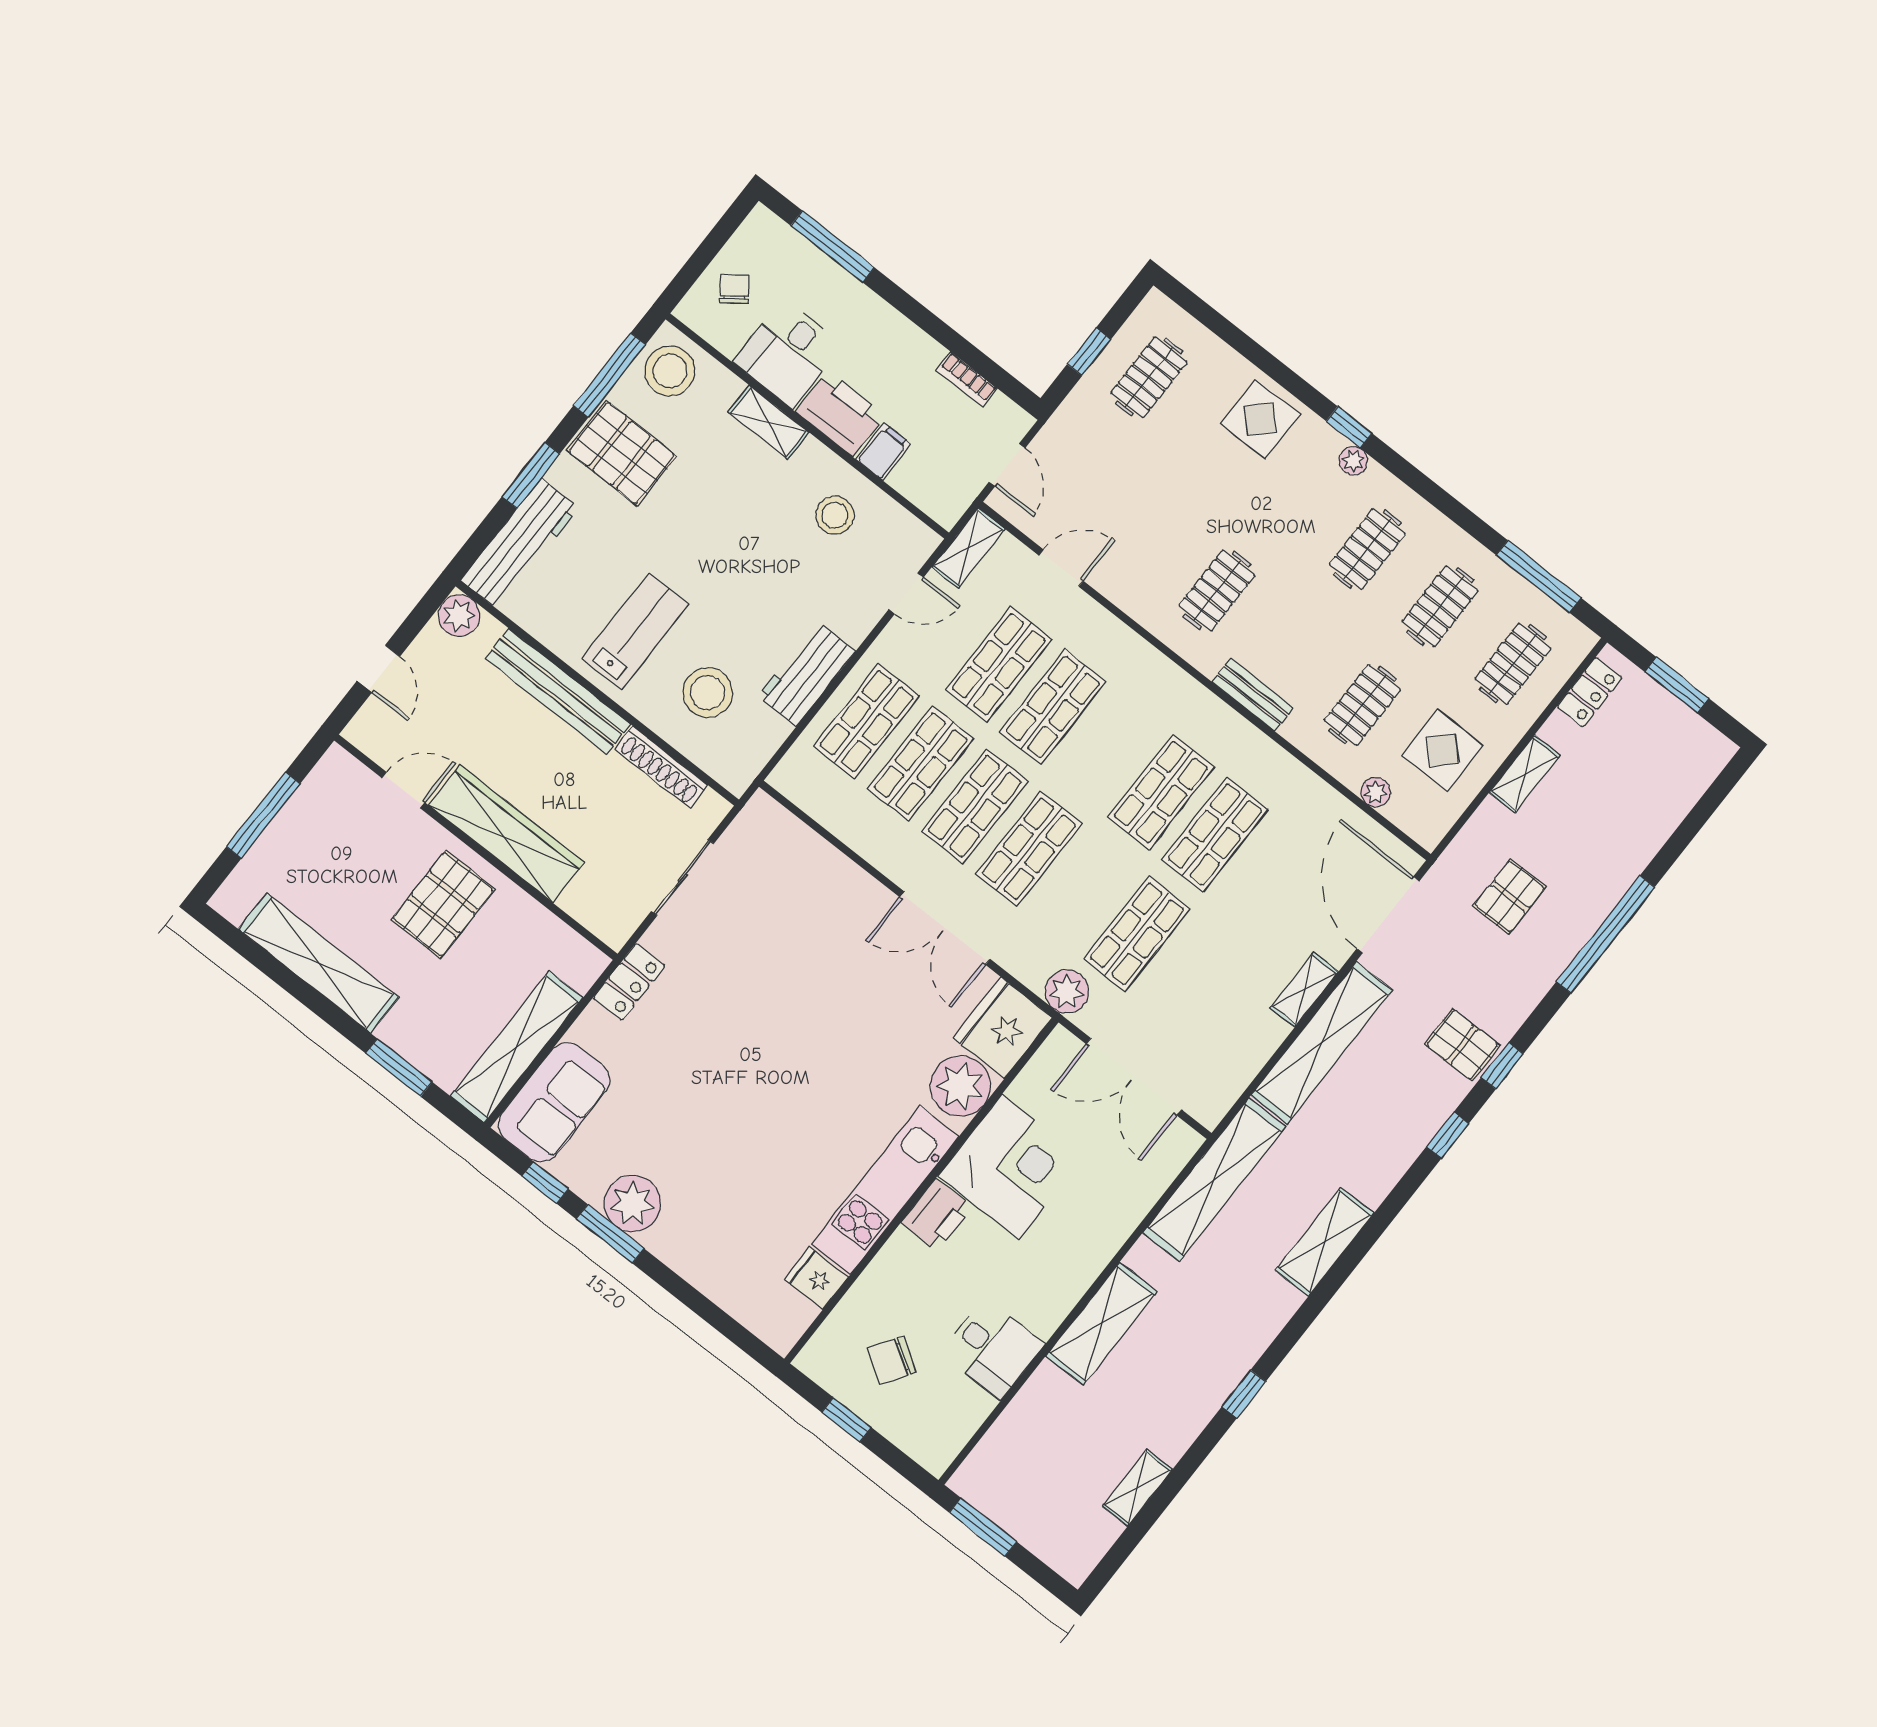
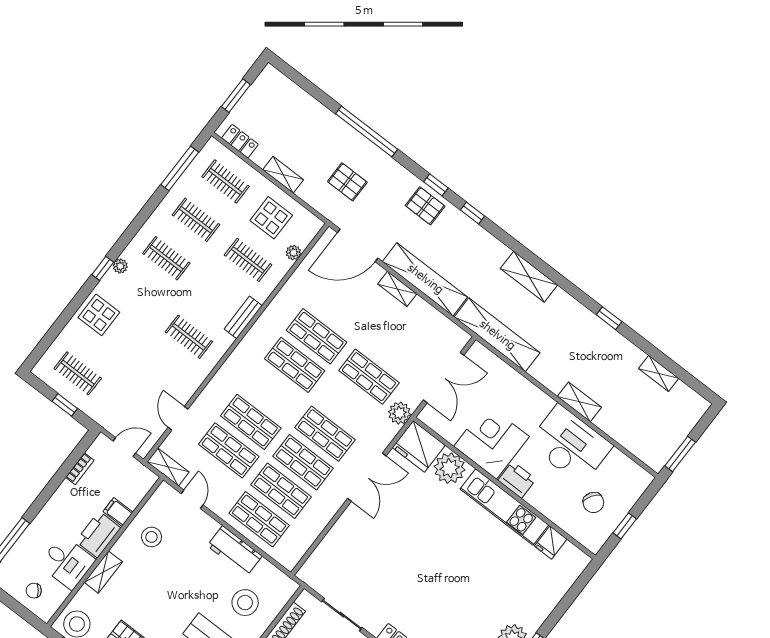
pallet: (1462, 1045) -> (425, 206), turned 90
shelving: (1101, 1324) -> (579, 402), width x0.67, depth x0.75
desk: (992, 1349) -> (570, 445), width x1.87, depth x1.30

